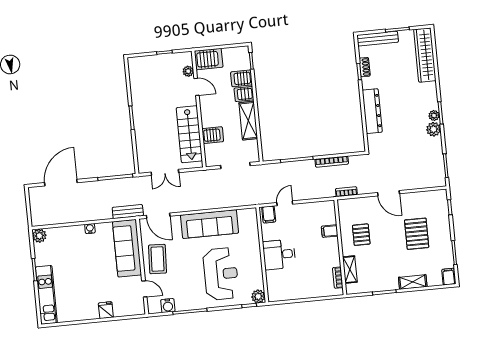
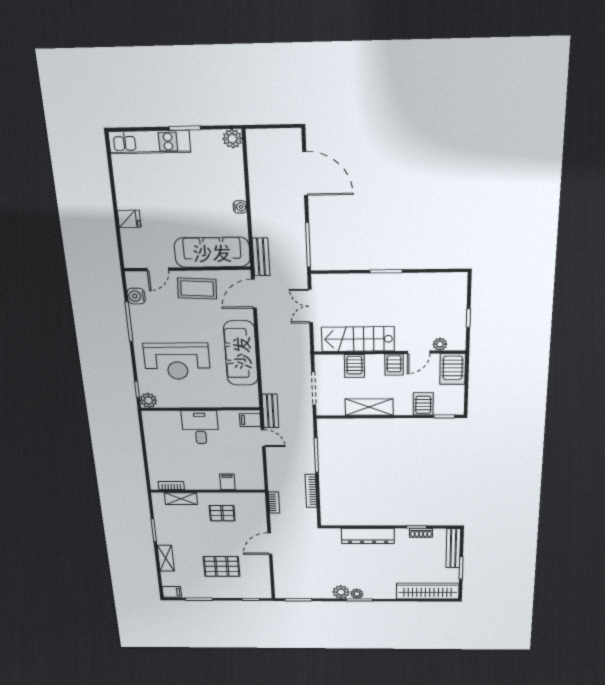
server rack: (244, 94) -> (394, 365), moved, turned 180
bench: (259, 199) -> (270, 411), added

